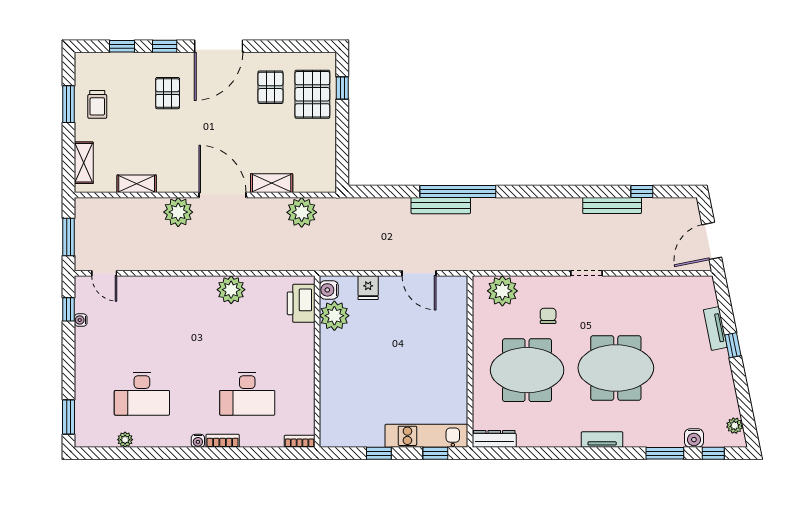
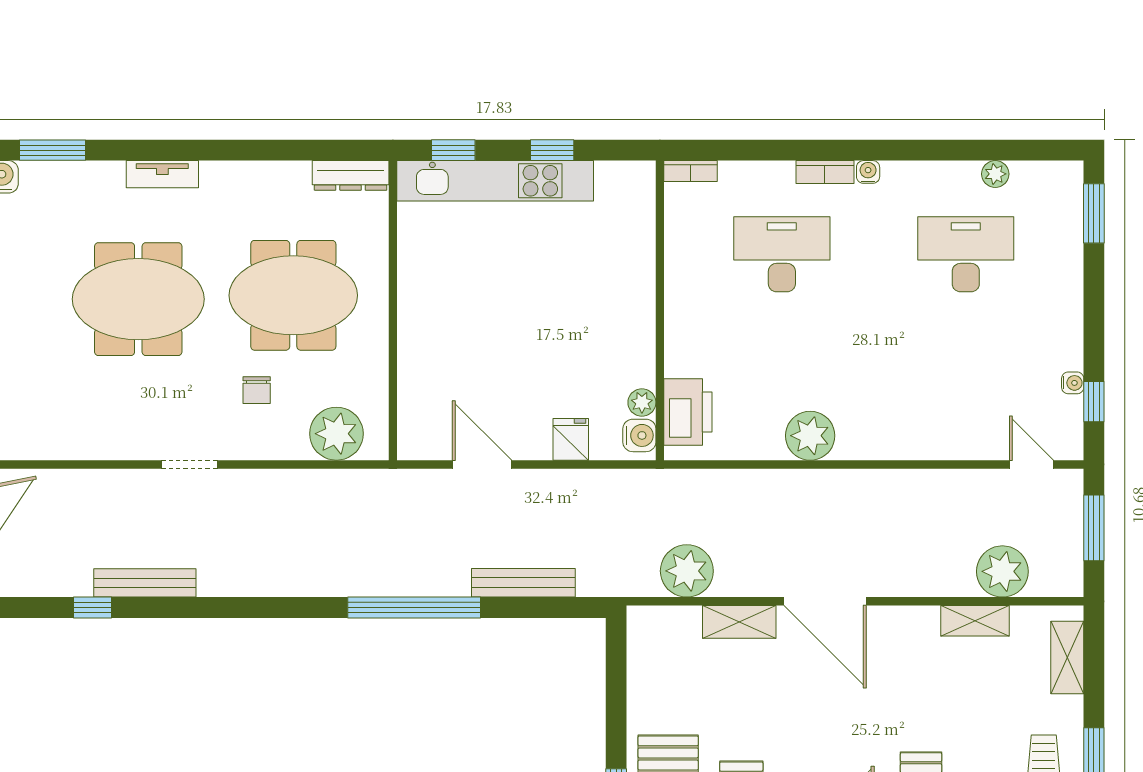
bench: (441, 206) -> (523, 583), moved
plant: (178, 212) -> (1002, 571), moved
plant: (334, 316) -> (642, 402), width x0.53, depth x0.53
kitchen unit: (426, 436) -> (495, 181), width x1.36

